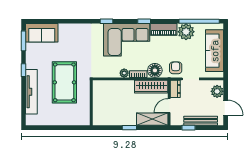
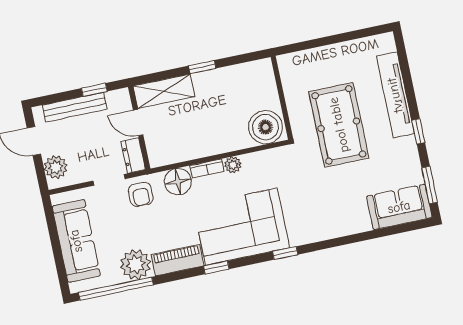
wardrobe: (151, 87) -> (178, 150), removed
boiler: (103, 89) -> (265, 127), added
door: (169, 106) -> (138, 123), swing flipped

